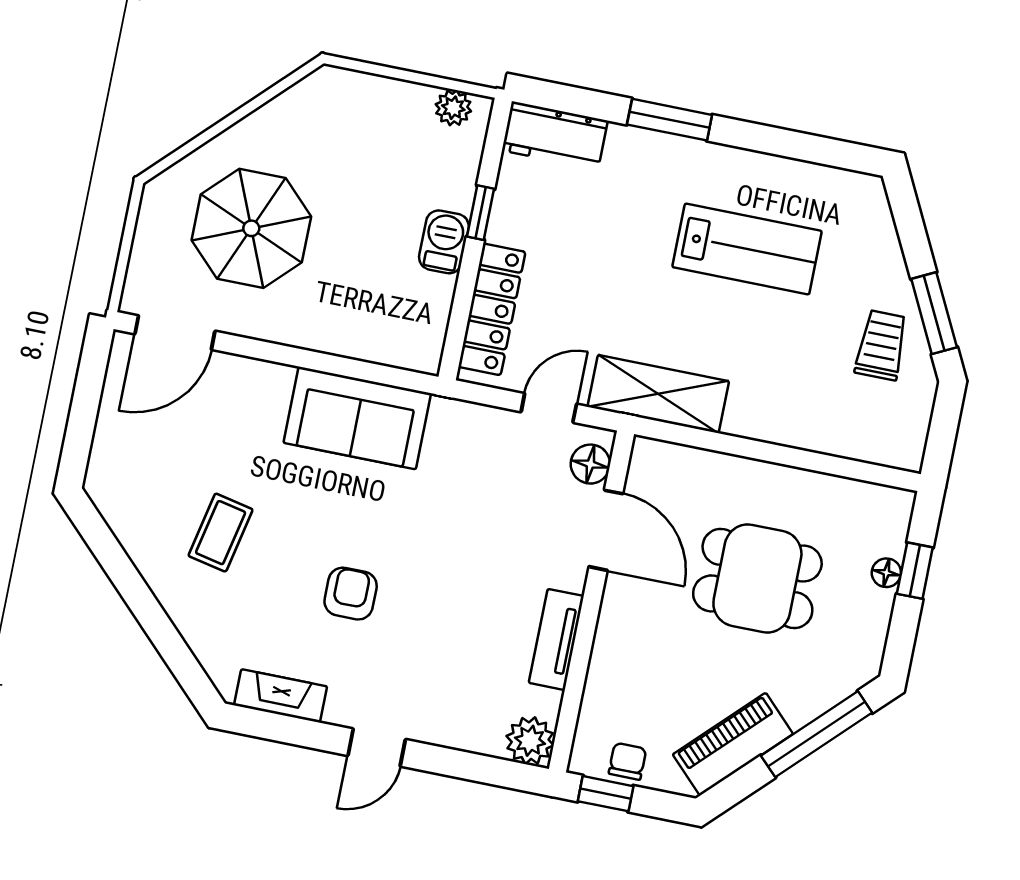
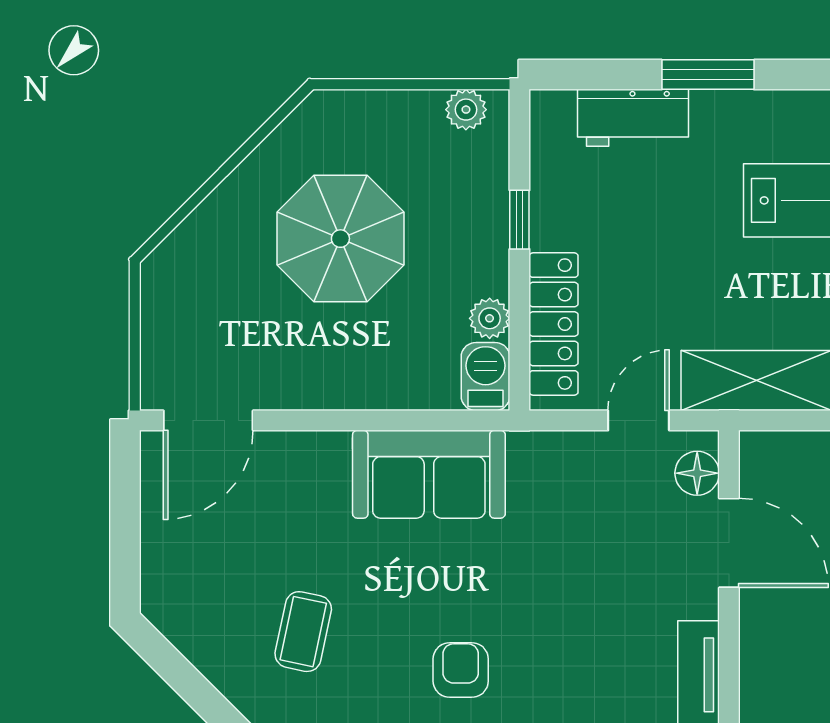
workbench: (555, 136) -> (633, 118), moved
parasol: (251, 228) -> (340, 239), moved
barbecue: (444, 242) -> (486, 377), moved
plant: (437, 293) -> (490, 318), added

